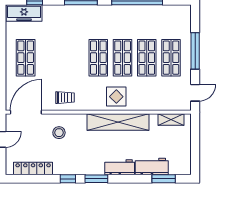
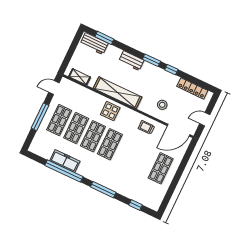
freezer: (24, 13) -> (65, 161), moved
workbench: (152, 166) -> (94, 44), moved

